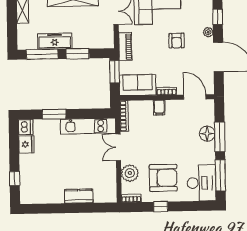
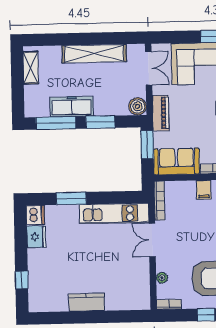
boiler: (107, 41) -> (138, 106), added
plant: (130, 173) -> (162, 278), width x0.53, depth x0.53
kitchen counter: (79, 196) -> (87, 302), moved

